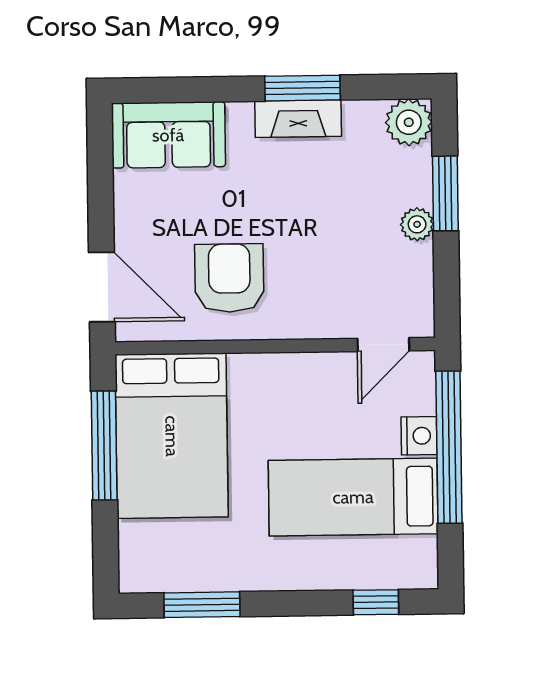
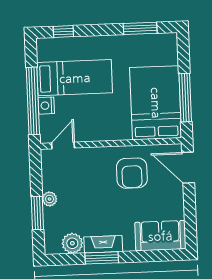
plant: (409, 122) -> (72, 243), moved

